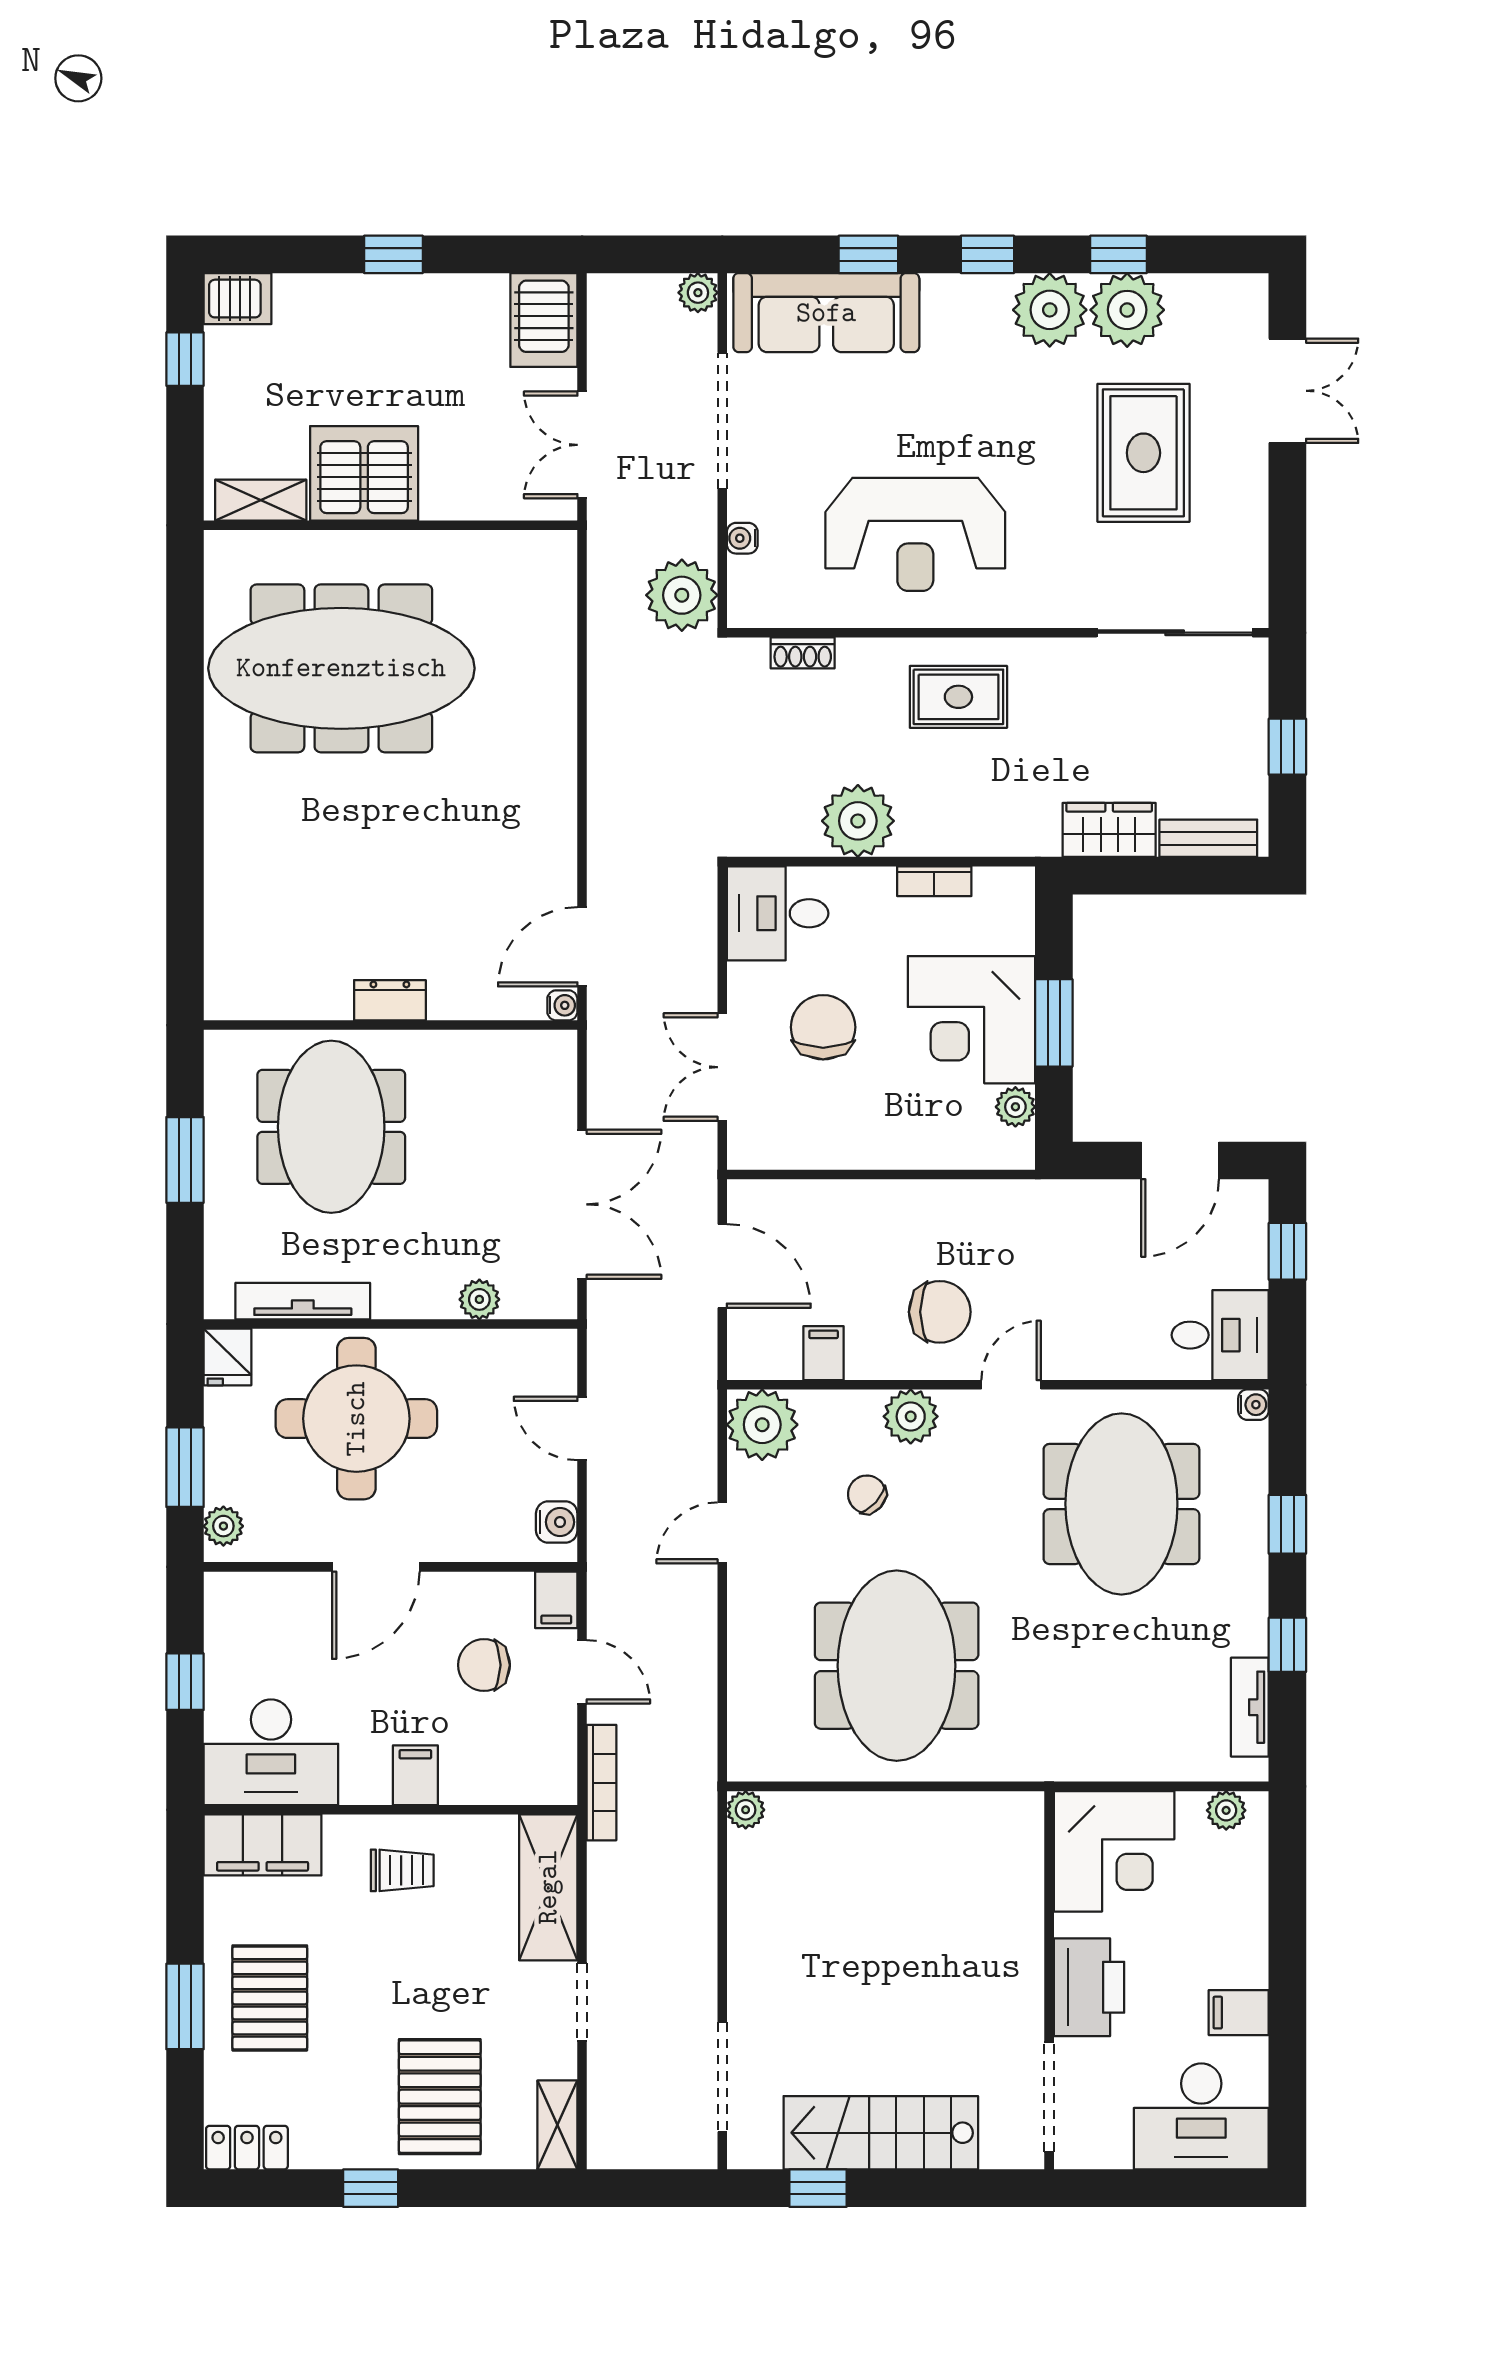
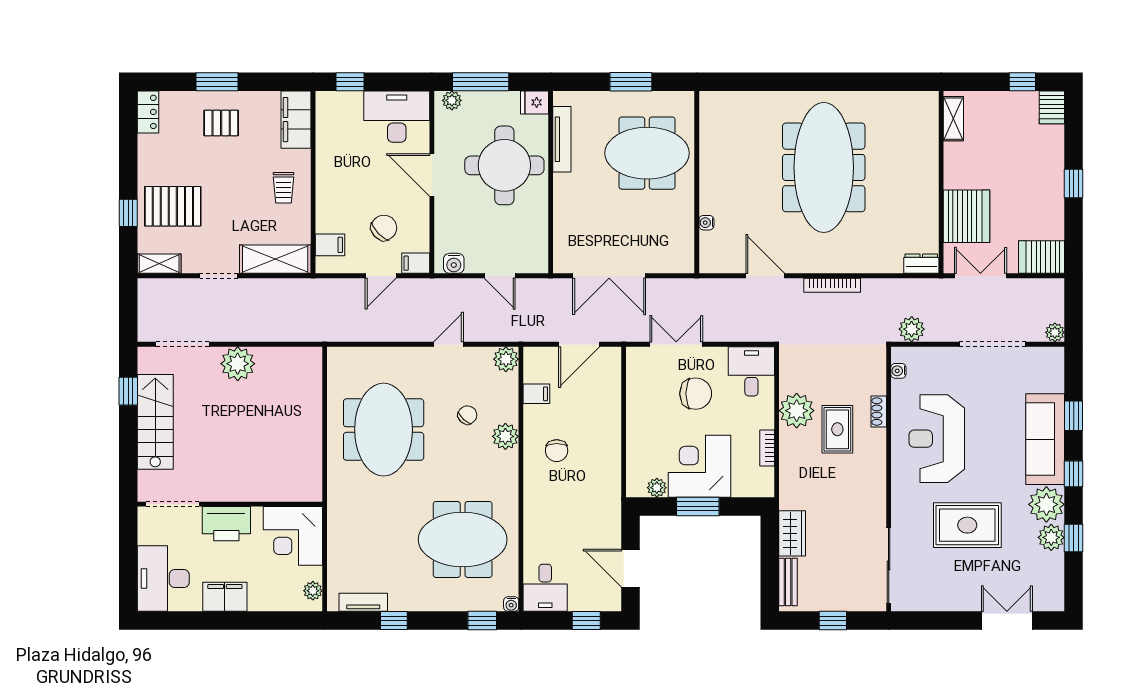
plant: (1127, 310) -> (1051, 537), width x0.73, depth x0.73
sofa: (826, 313) -> (1045, 439), moved
double door: (1287, 391) -> (1007, 621), swing flipped
rug: (1143, 453) -> (967, 525), moved
server rack: (364, 473) -> (967, 216), moved
water cooler: (742, 538) -> (898, 371), moved, turned -90
plant: (682, 595) -> (912, 329), width x0.73, depth x0.73
shoe rack: (803, 653) -> (879, 412), moved
meeting table: (341, 668) -> (824, 167), moved
rug: (958, 697) -> (837, 429), moved
door: (582, 947) -> (765, 276), moved
dresser: (390, 1000) -> (921, 264), moved, turned -90
water cooler: (562, 1005) -> (706, 223), moved, turned 90
plant: (479, 1299) -> (563, 226), removed
chair: (940, 1312) -> (557, 451), width x0.73, depth x0.73
door: (1011, 1385) -> (521, 486), removed
plant: (762, 1425) -> (506, 359), width x0.73, depth x0.73
door: (582, 1428) -> (500, 276), swing flipped
window: (185, 1467) -> (481, 82), width x1.44
window: (1287, 1524) -> (482, 621), moved
door: (722, 1533) -> (448, 344), hinge flipped
chair: (484, 1665) -> (384, 228), turned 46
meeting table: (897, 1666) -> (384, 430), turned 90
window: (185, 1682) -> (350, 82), moved
desk: (271, 1752) -> (397, 117), moved, turned 90
filing cabinet: (415, 1775) -> (330, 245), moved
bookcase: (602, 1783) -> (832, 285), moved
plant: (746, 1810) -> (238, 364), moved, width x1.88, depth x1.88
pallet: (270, 1998) -> (221, 123), width x0.67, depth x0.71
filing cabinet: (1239, 2013) -> (225, 597), width x2.00
window: (371, 2188) -> (128, 213), moved

